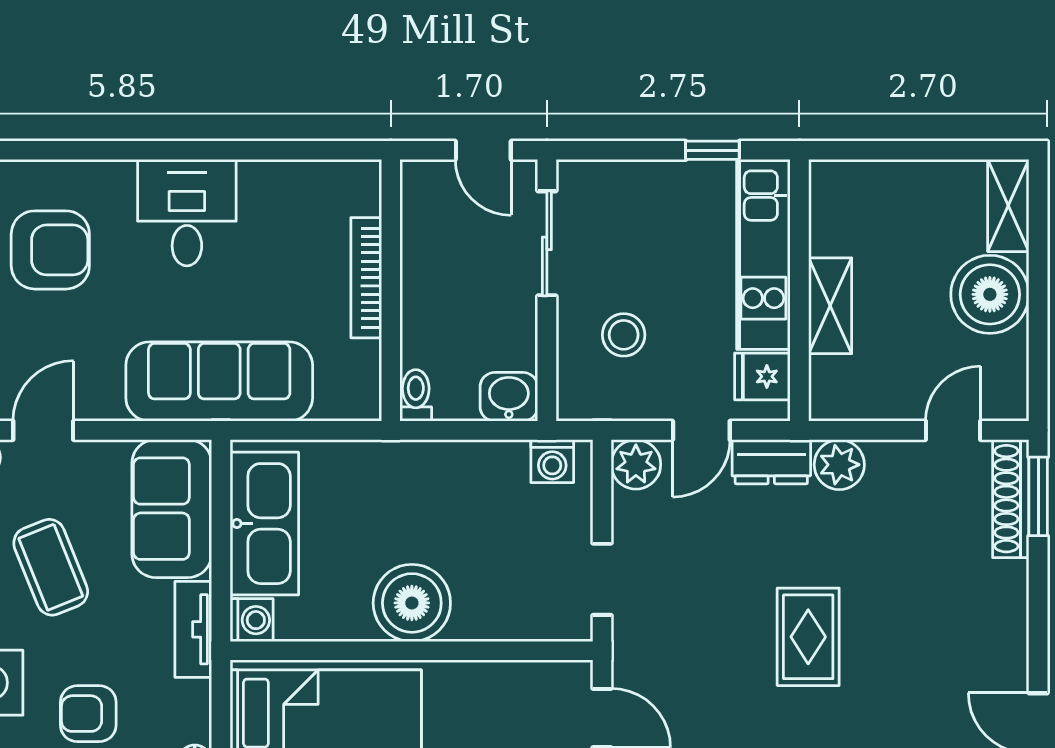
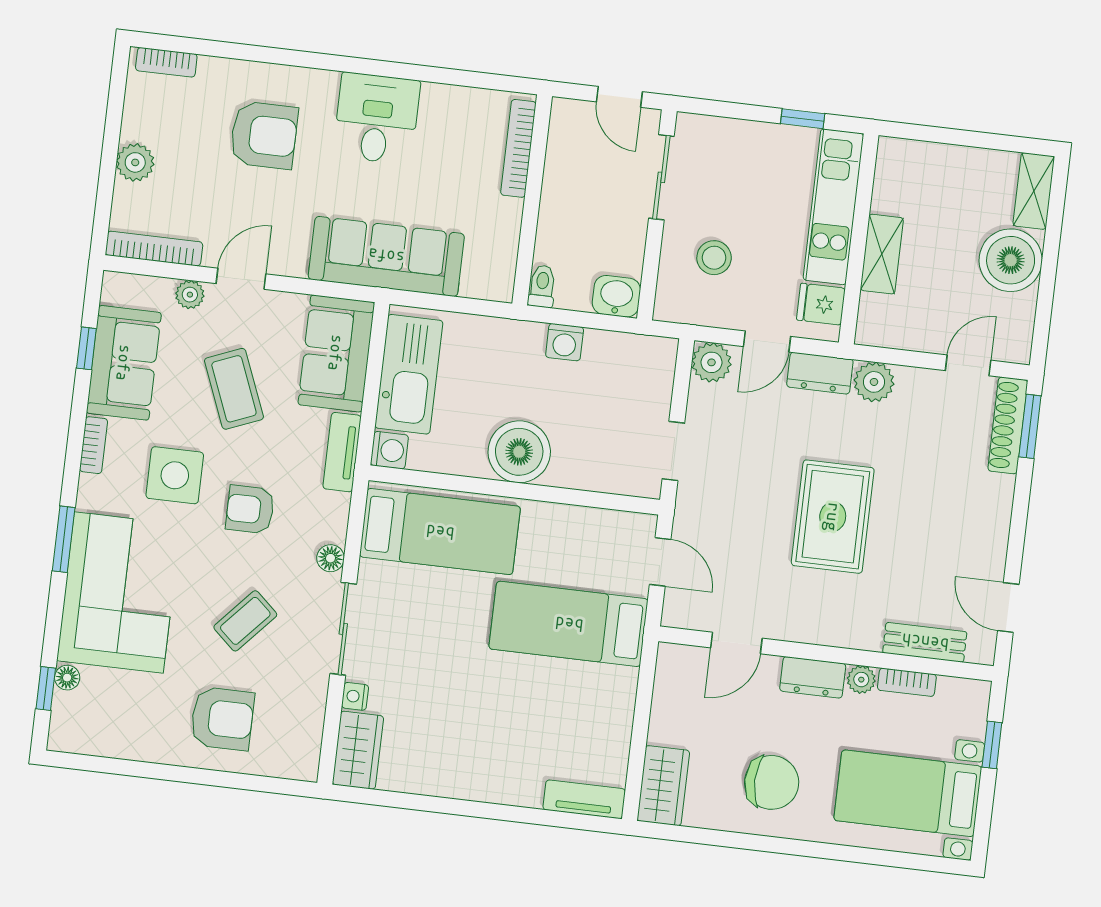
bookcase: (366, 278) -> (518, 148), moved
washing machine: (552, 461) -> (565, 342), moved
rug: (808, 637) -> (833, 517), width x1.36, depth x1.43

